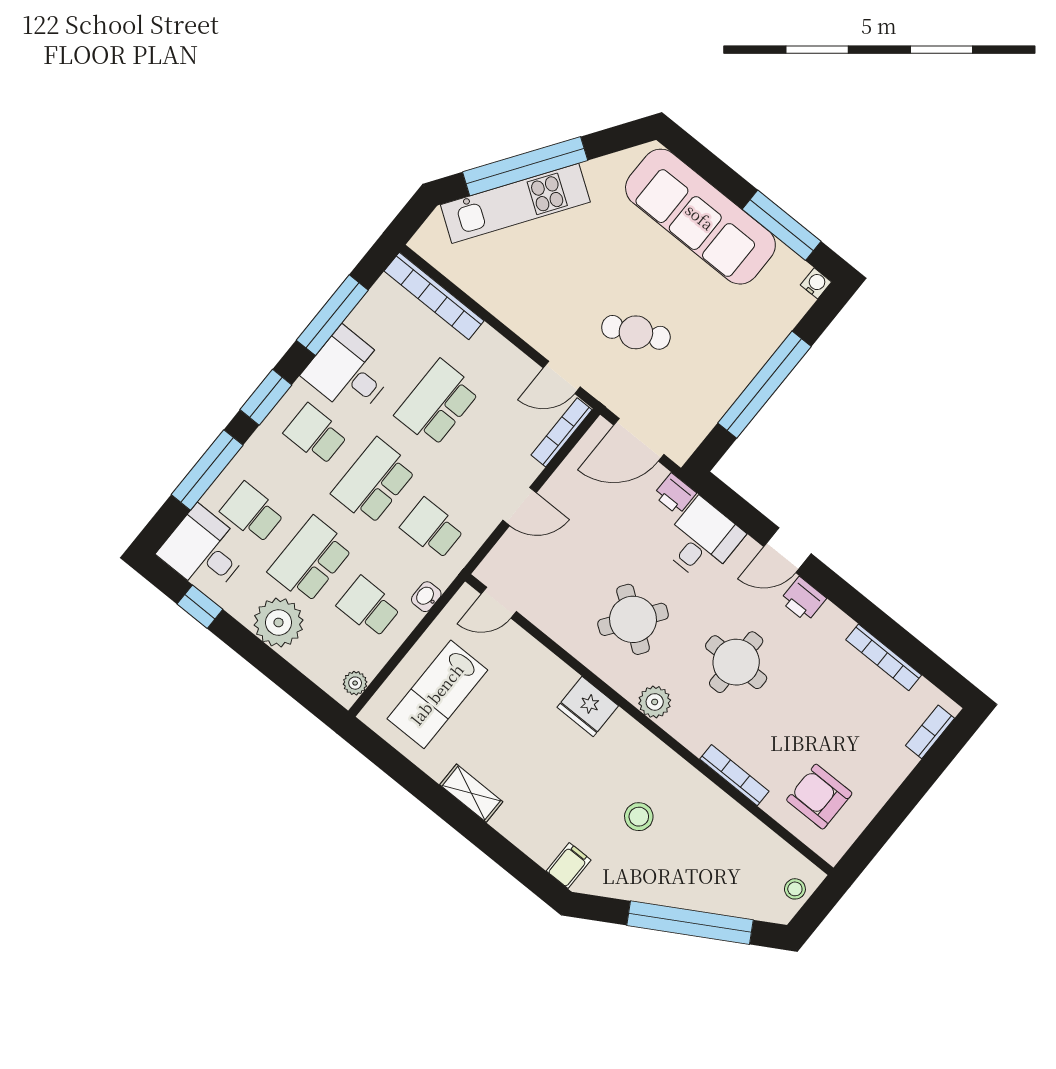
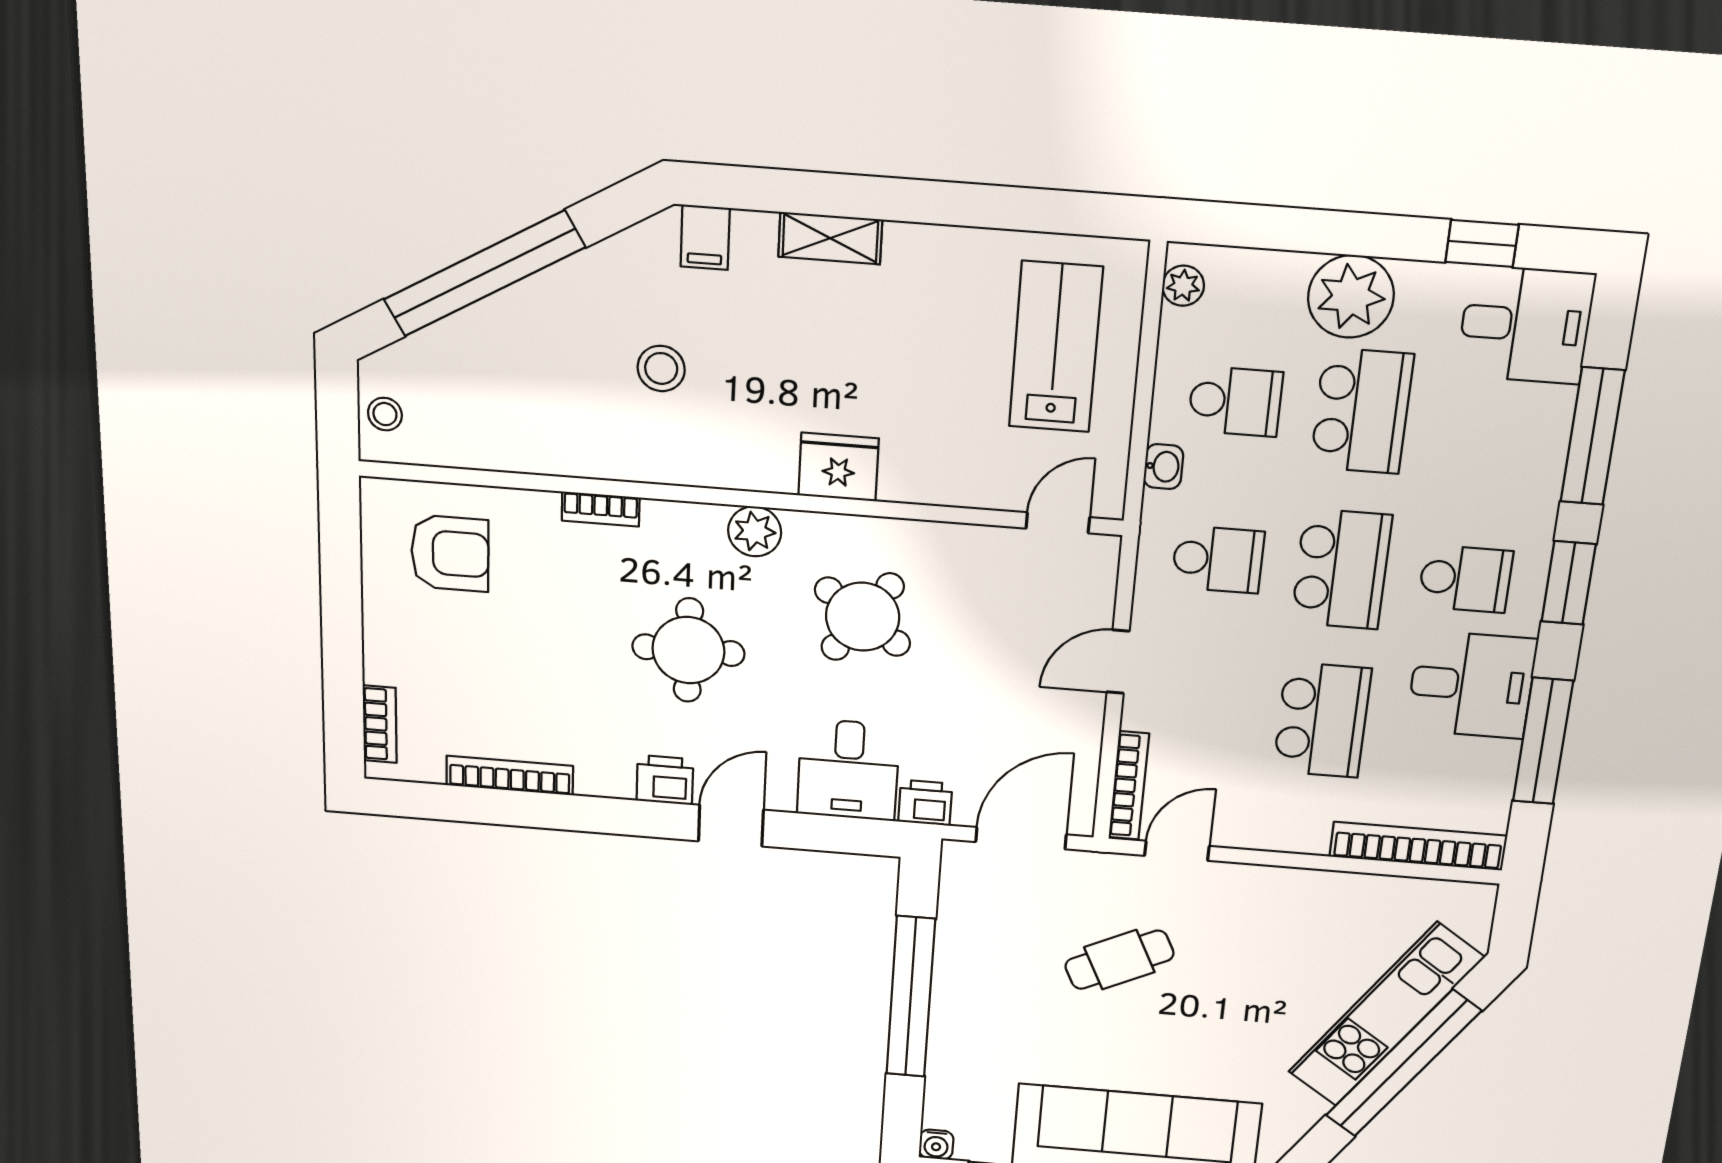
school desk: (252, 513) -> (1488, 421), removed
bookcase: (734, 775) -> (601, 509), width x0.64
shelving: (471, 793) -> (830, 238), moved

